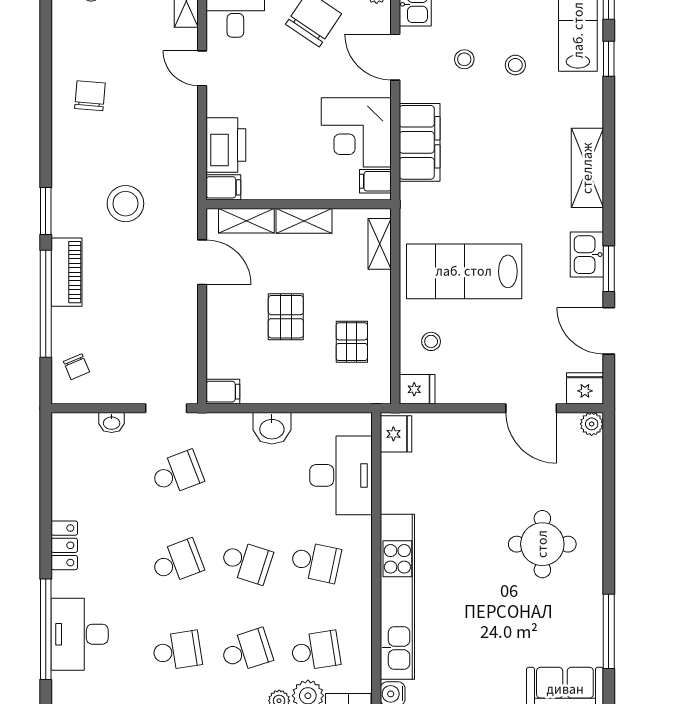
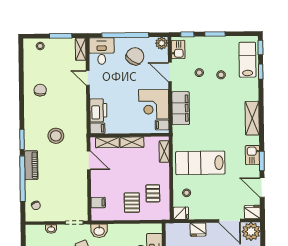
pallet: (286, 317) -> (132, 203), moved
filing cabinet: (223, 392) -> (98, 203), moved
plant: (592, 424) -> (251, 231), width x1.88, depth x1.88
washbasin: (272, 428) -> (99, 231), moved
fridge: (396, 434) -> (198, 230), moved, turned 90

